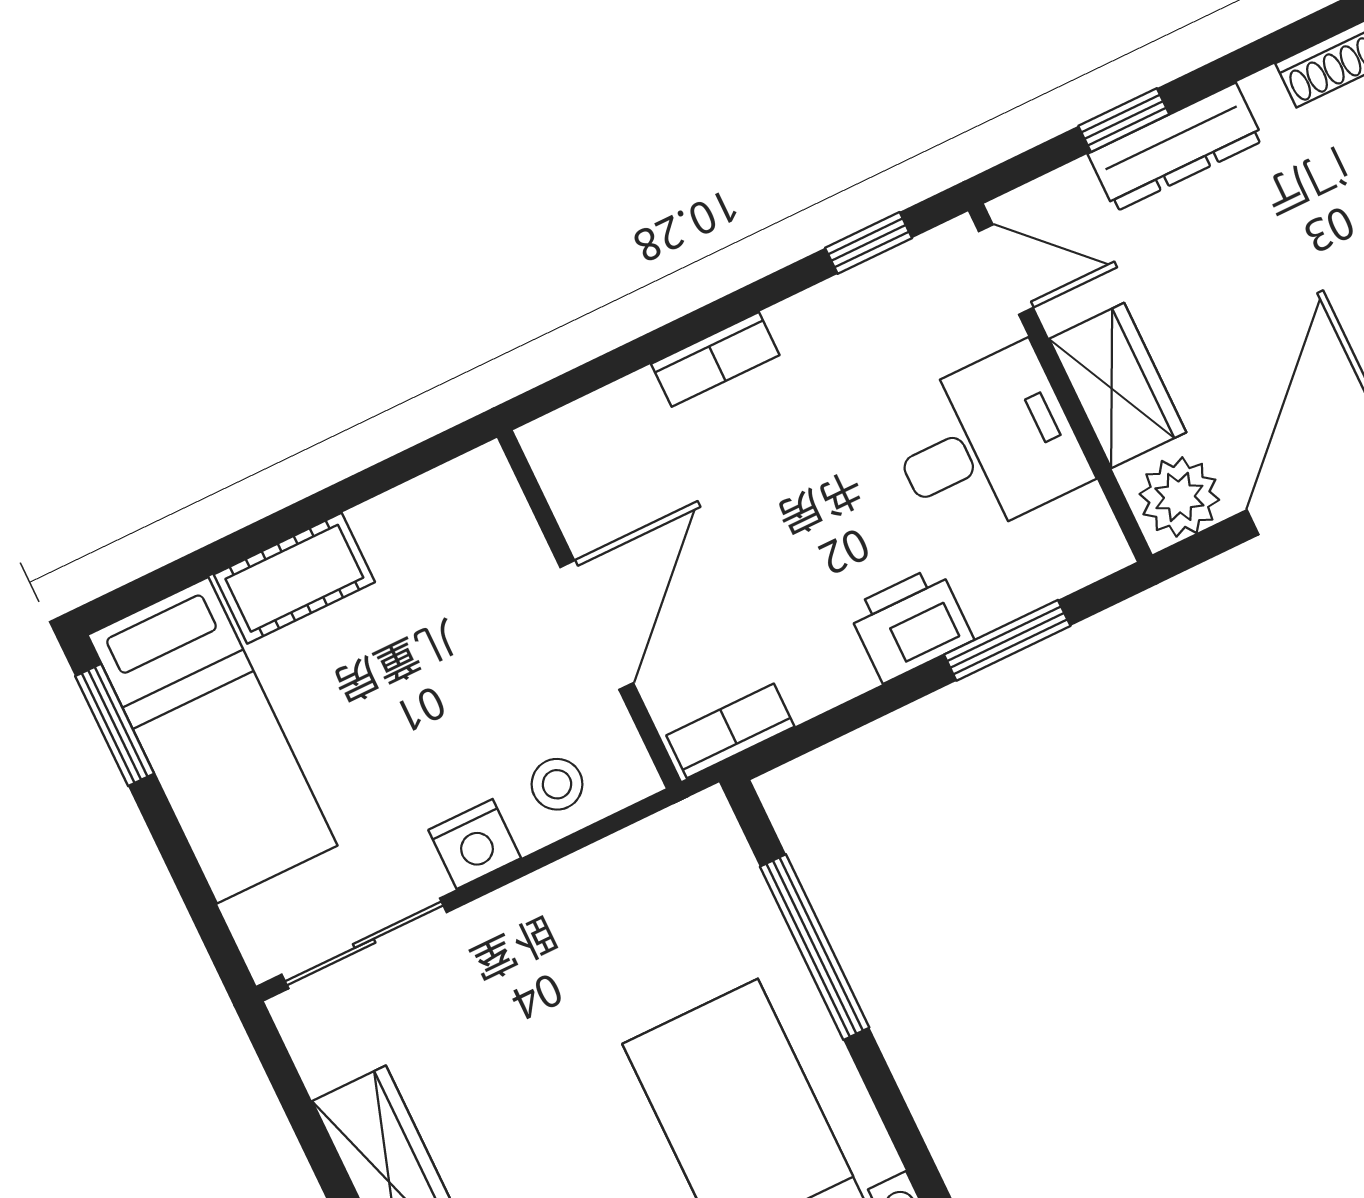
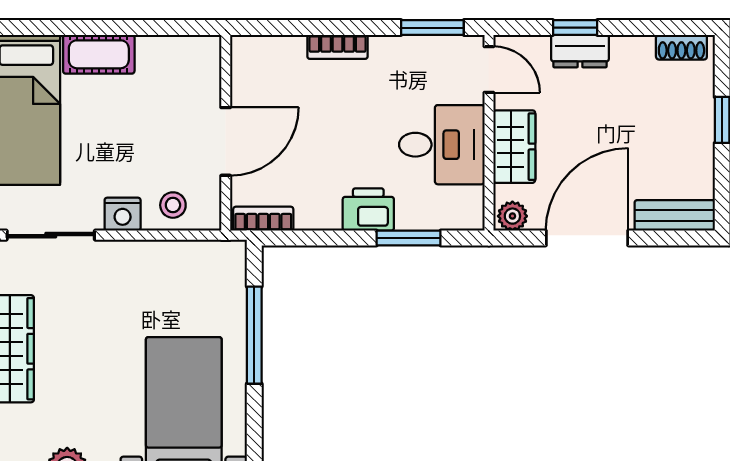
dresser: (1176, 147) -> (580, 51), width x0.70
window: (869, 243) -> (432, 28), width x1.50
plant: (1179, 497) -> (512, 216), width x0.73, depth x0.73

